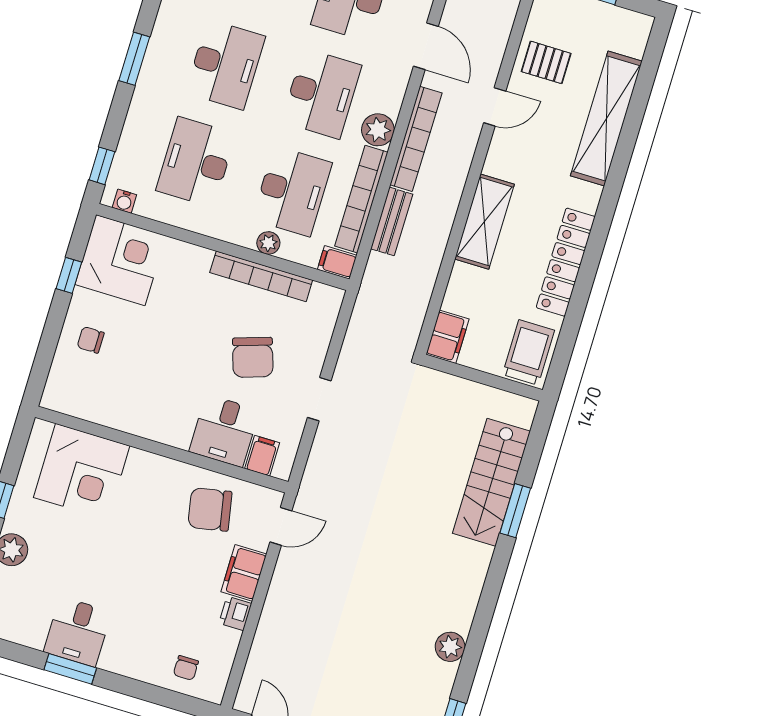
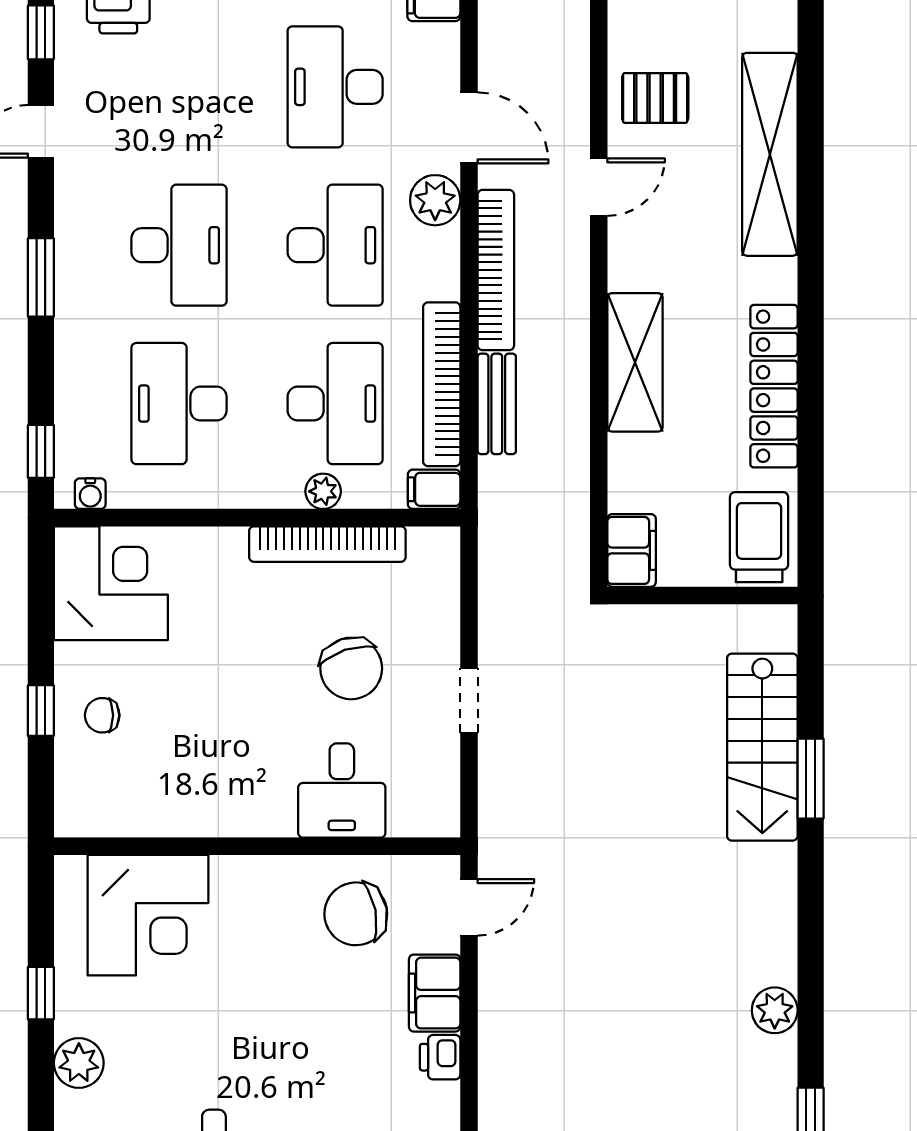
plant: (378, 130) -> (435, 200), moved
window: (69, 275) -> (41, 711), moved
filing cabinet: (262, 456) -> (409, 810), removed

